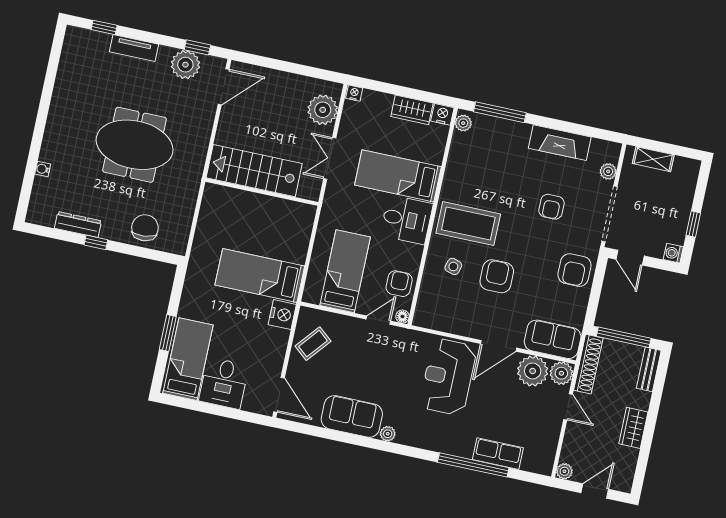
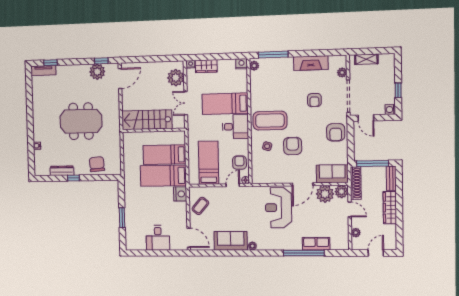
tv unit: (134, 48) -> (43, 70), moved
wardrobe: (412, 110) -> (206, 66), moved
bed: (188, 359) -> (164, 155), moved, turned -90
wardrobe: (633, 428) -> (390, 208), width x1.50
plant: (564, 471) -> (356, 233), moved

